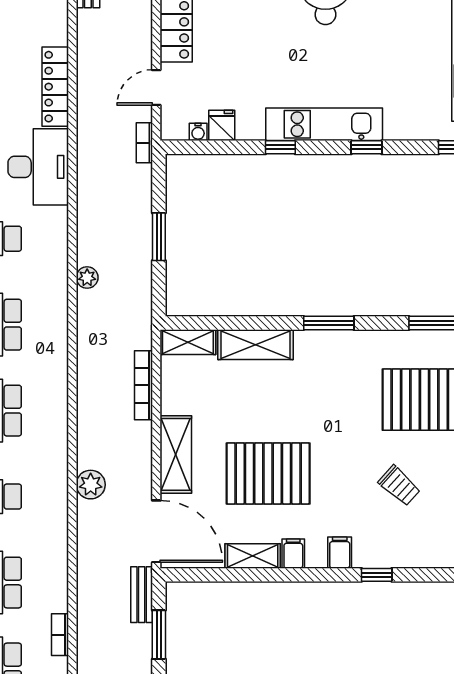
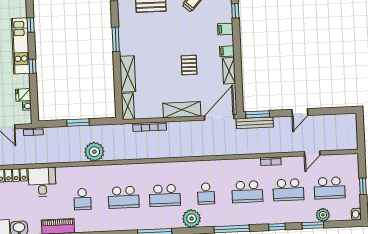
desk: (38, 167) -> (42, 182), width x0.73
plant: (87, 278) -> (94, 152), width x1.88, depth x1.88
pallet: (268, 473) -> (189, 65), width x0.49, depth x0.50
plant: (91, 485) -> (198, 150), removed
bench: (142, 595) -> (255, 123), width x1.36
window: (159, 635) -> (258, 114), moved

